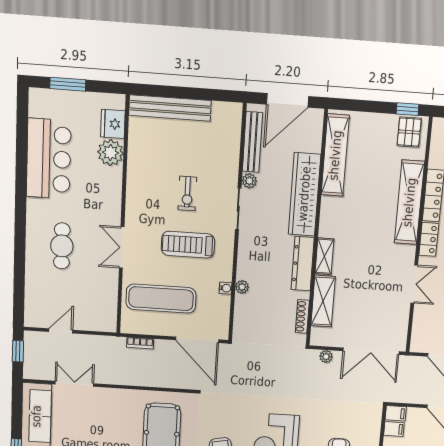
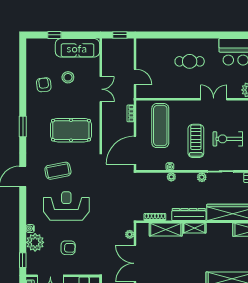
plant: (249, 181) -> (202, 177), moved
exercise bike: (187, 193) -> (228, 139), width x1.38, depth x1.39
double door: (122, 247) -> (214, 99), moved
door: (61, 331) -> (135, 77), moved
double door: (74, 384) -> (101, 89), moved
stool: (81, 433) -> (68, 77), added

